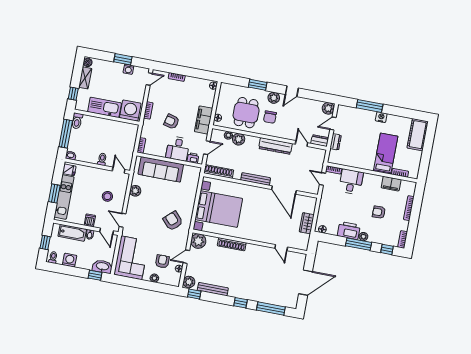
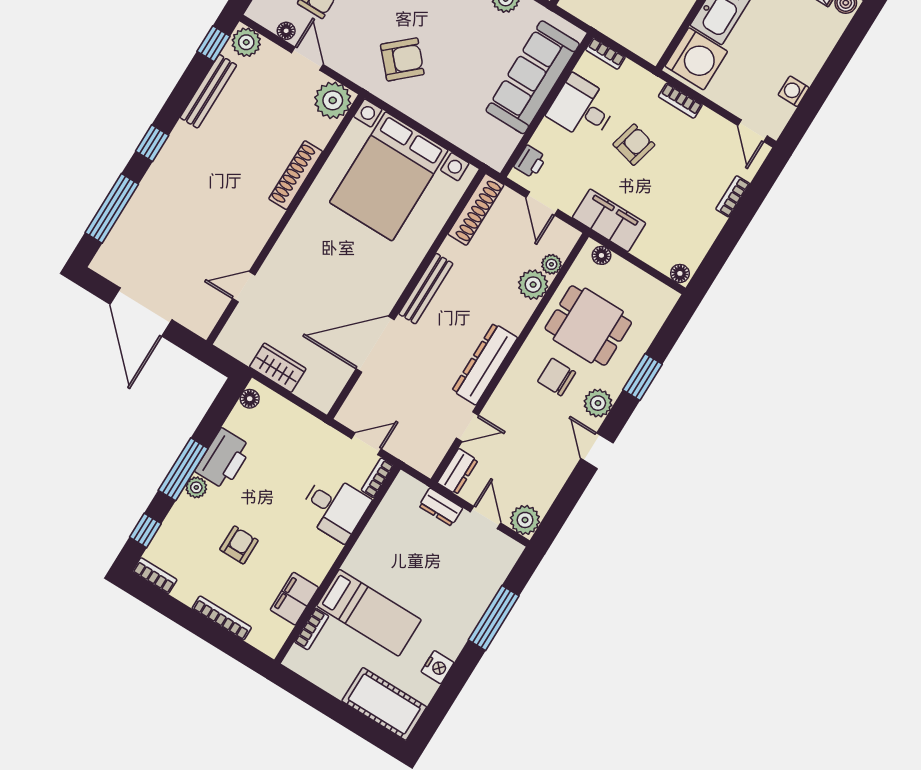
window: (123, 59) -> (822, 87), removed
nightstand: (381, 117) -> (438, 667), moved
desk: (178, 149) -> (582, 108), moved

